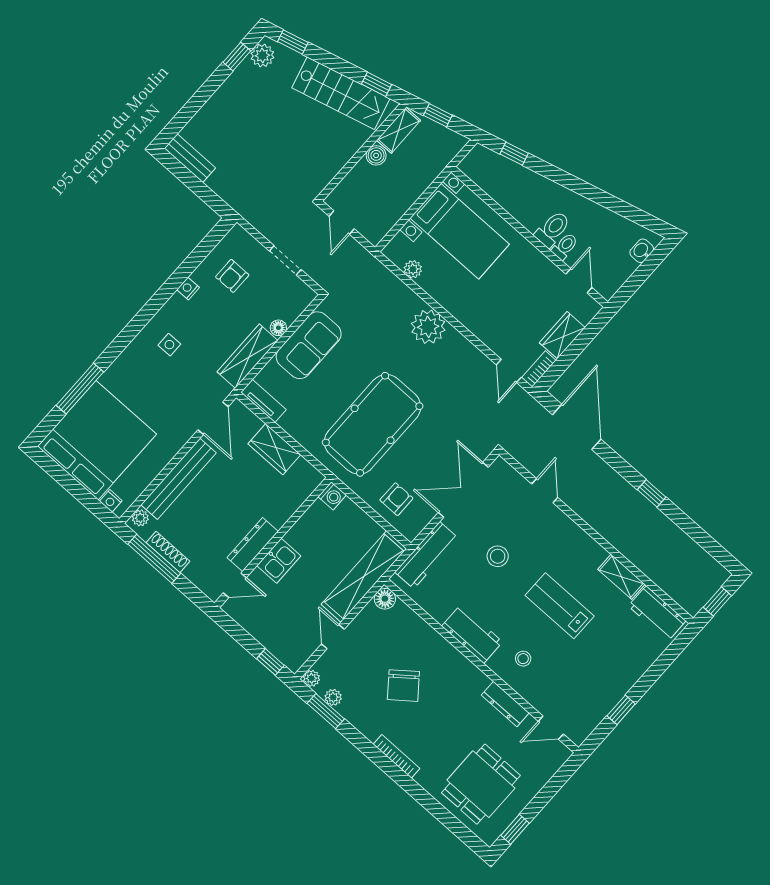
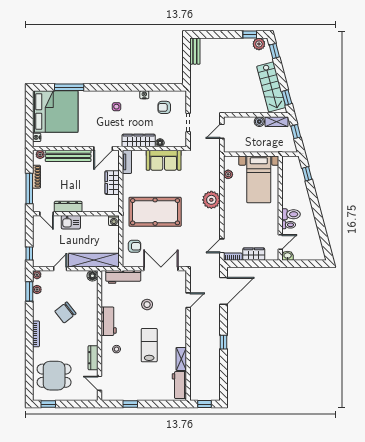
washbasin: (642, 251) -> (288, 256), moved
window: (154, 559) -> (29, 189), moved

